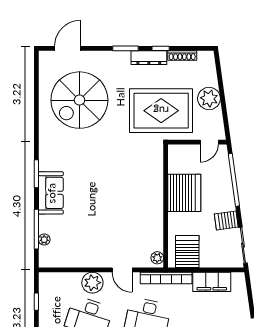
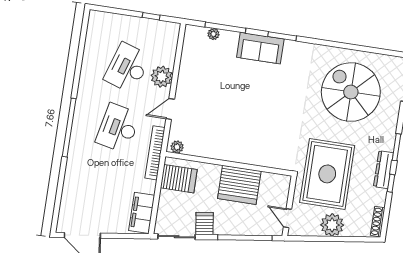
shoe rack: (182, 56) -> (378, 222), moved
filing cabinet: (212, 282) -> (142, 213), moved

